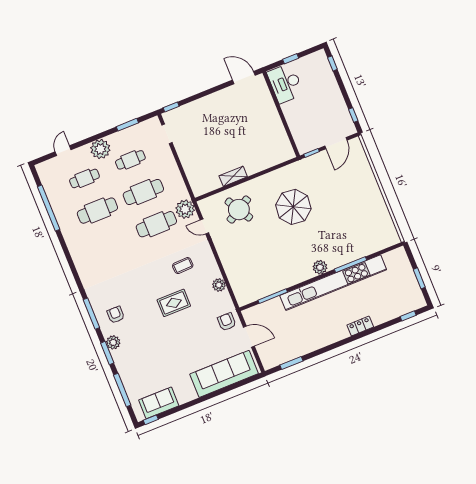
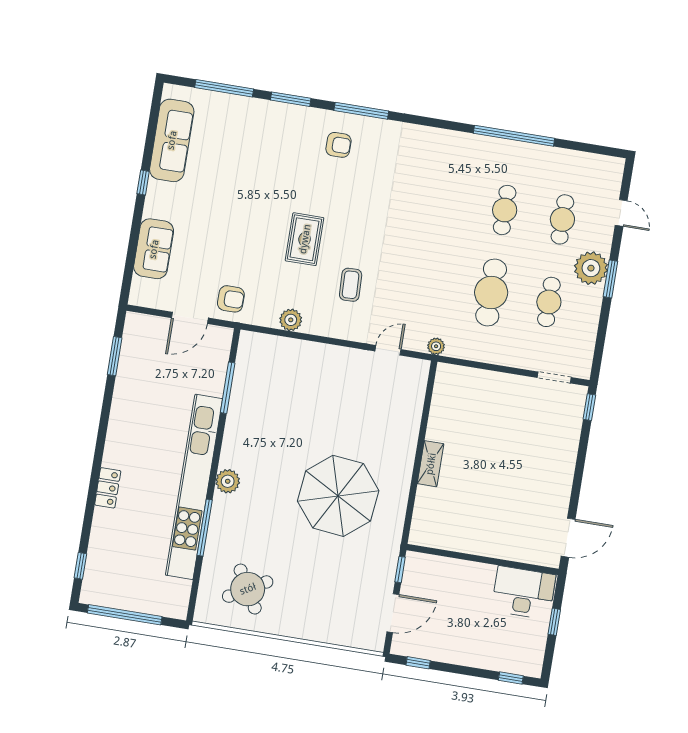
window: (127, 125) -> (610, 279), moved
door: (336, 143) -> (393, 613), swing flipped
shelving: (233, 176) -> (431, 464), moved
parasol: (293, 207) -> (338, 496), width x1.36, depth x1.36
window: (49, 208) -> (514, 136), moved
plant: (185, 209) -> (436, 346), width x0.53, depth x0.53
round table: (239, 210) -> (248, 589), moved
cafe table: (97, 211) -> (505, 210), width x0.73, depth x0.74
cafe table: (156, 224) -> (433, 283), removed
window: (419, 278) -> (125, 615), width x2.11
plant: (113, 342) -> (301, 117), removed
sofa: (224, 374) -> (154, 249), width x0.54, depth x0.79
sofa: (159, 403) -> (172, 140), width x1.36
window: (151, 420) -> (143, 182), moved

